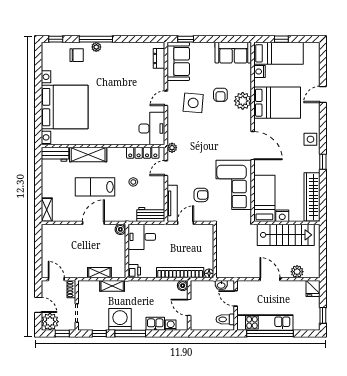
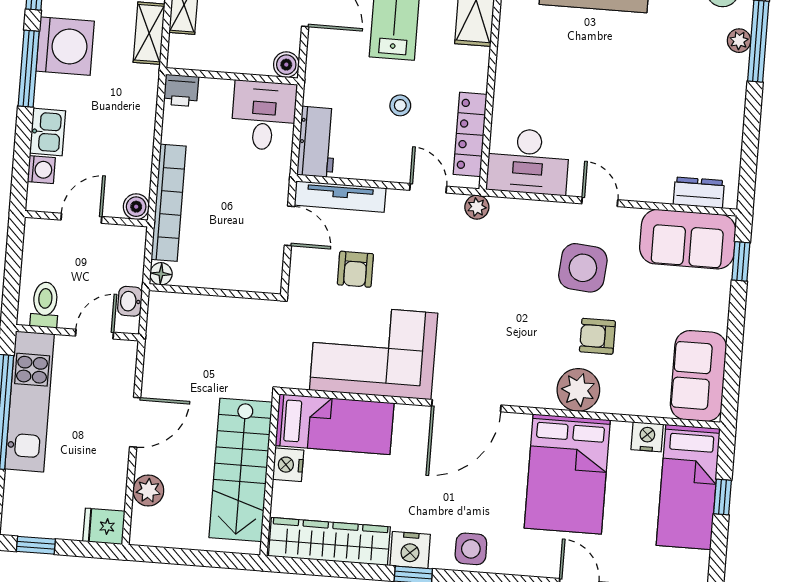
nightstand: (313, 164) -> (410, 550), added

